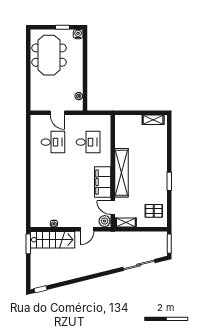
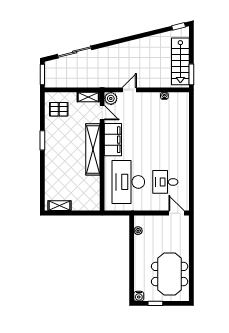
door: (57, 113) -> (176, 213), moved
desk: (88, 142) -> (128, 182), width x1.87, depth x1.30
stairs: (53, 240) -> (180, 61), moved, turned -90

